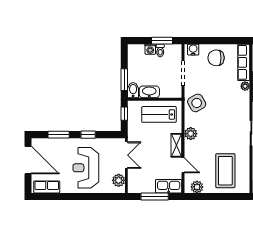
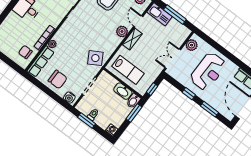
washing machine: (150, 49) -> (112, 130), moved
plant: (191, 134) -> (122, 31), moved

